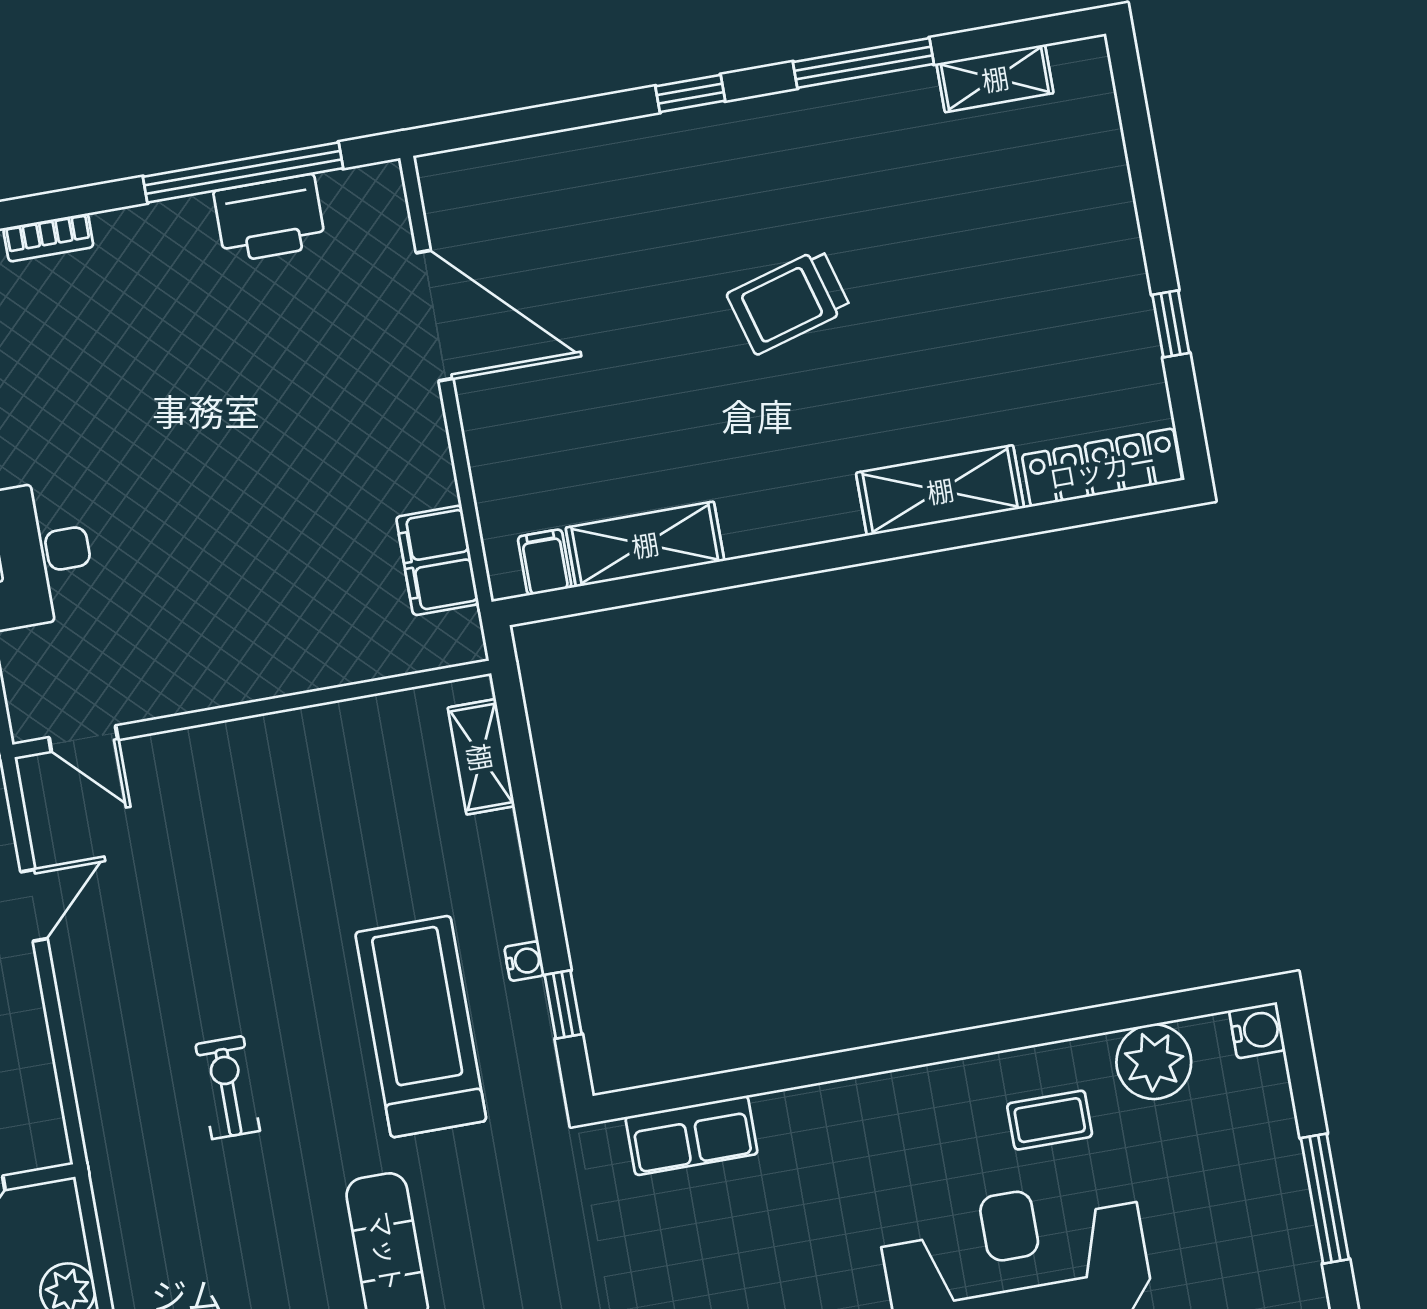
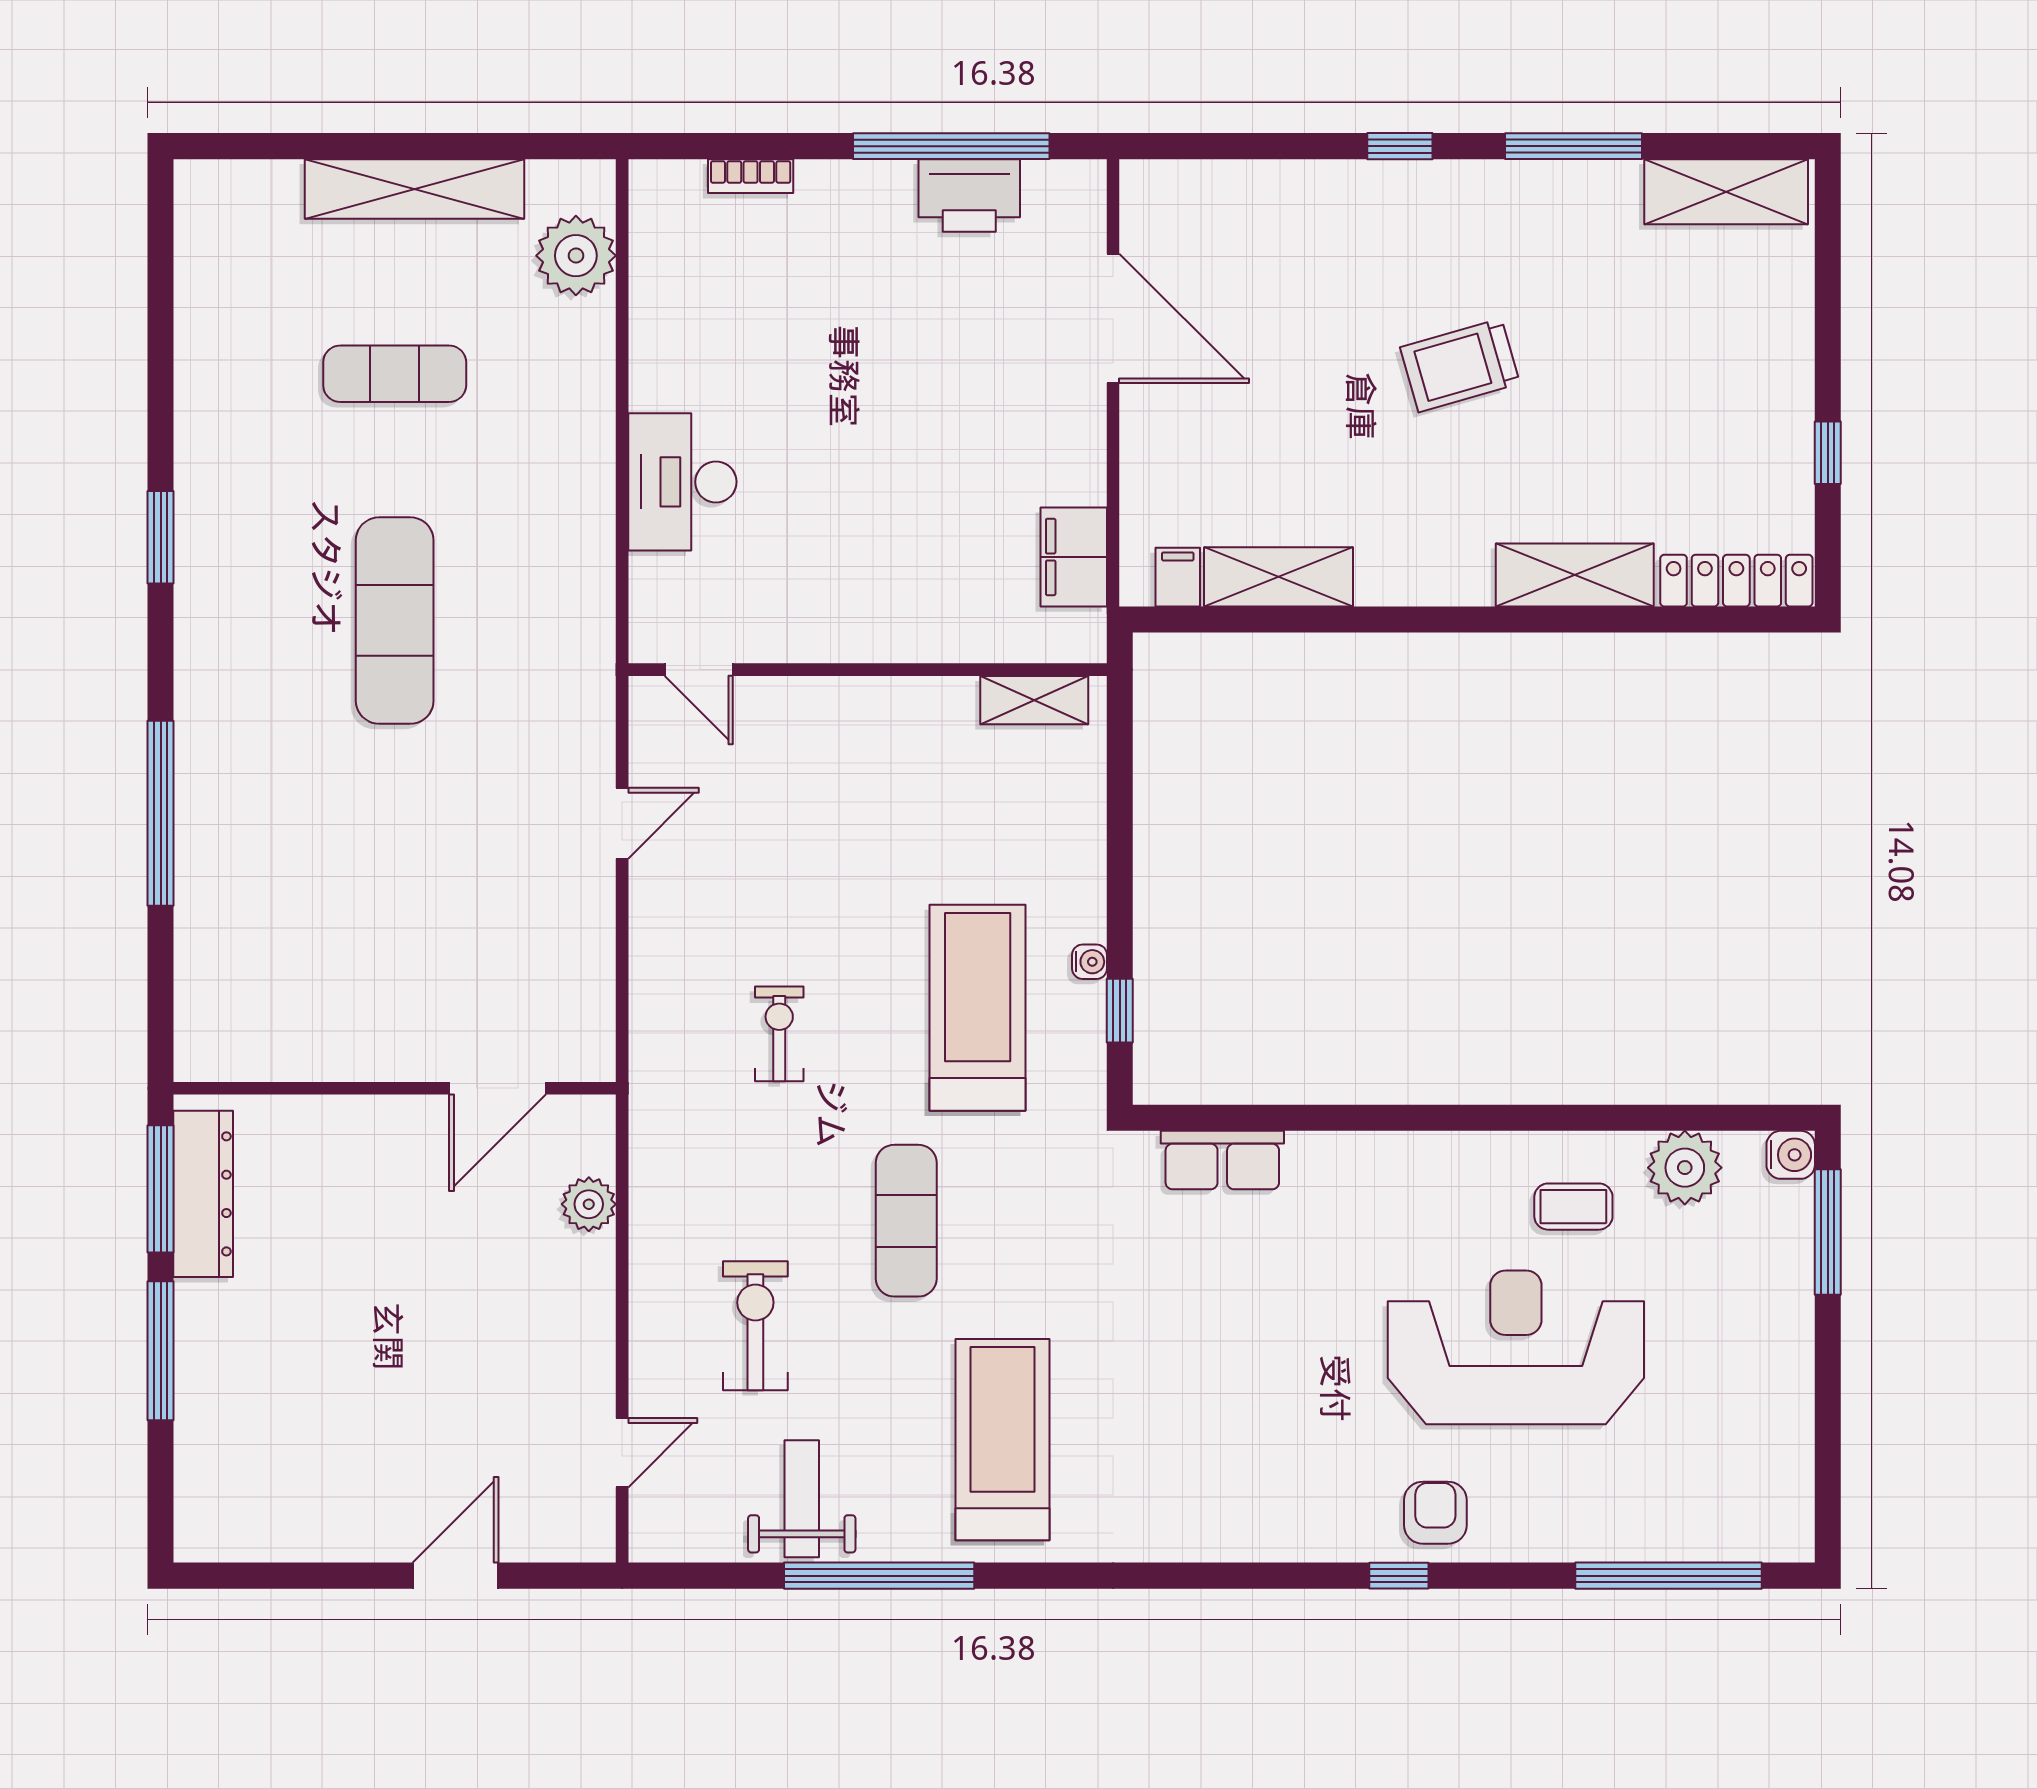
shelving: (995, 78) -> (1726, 192), width x1.50, depth x1.33
shelving: (481, 757) -> (1034, 700), moved, turned 90
window: (1325, 1199) -> (1828, 1232), moved

